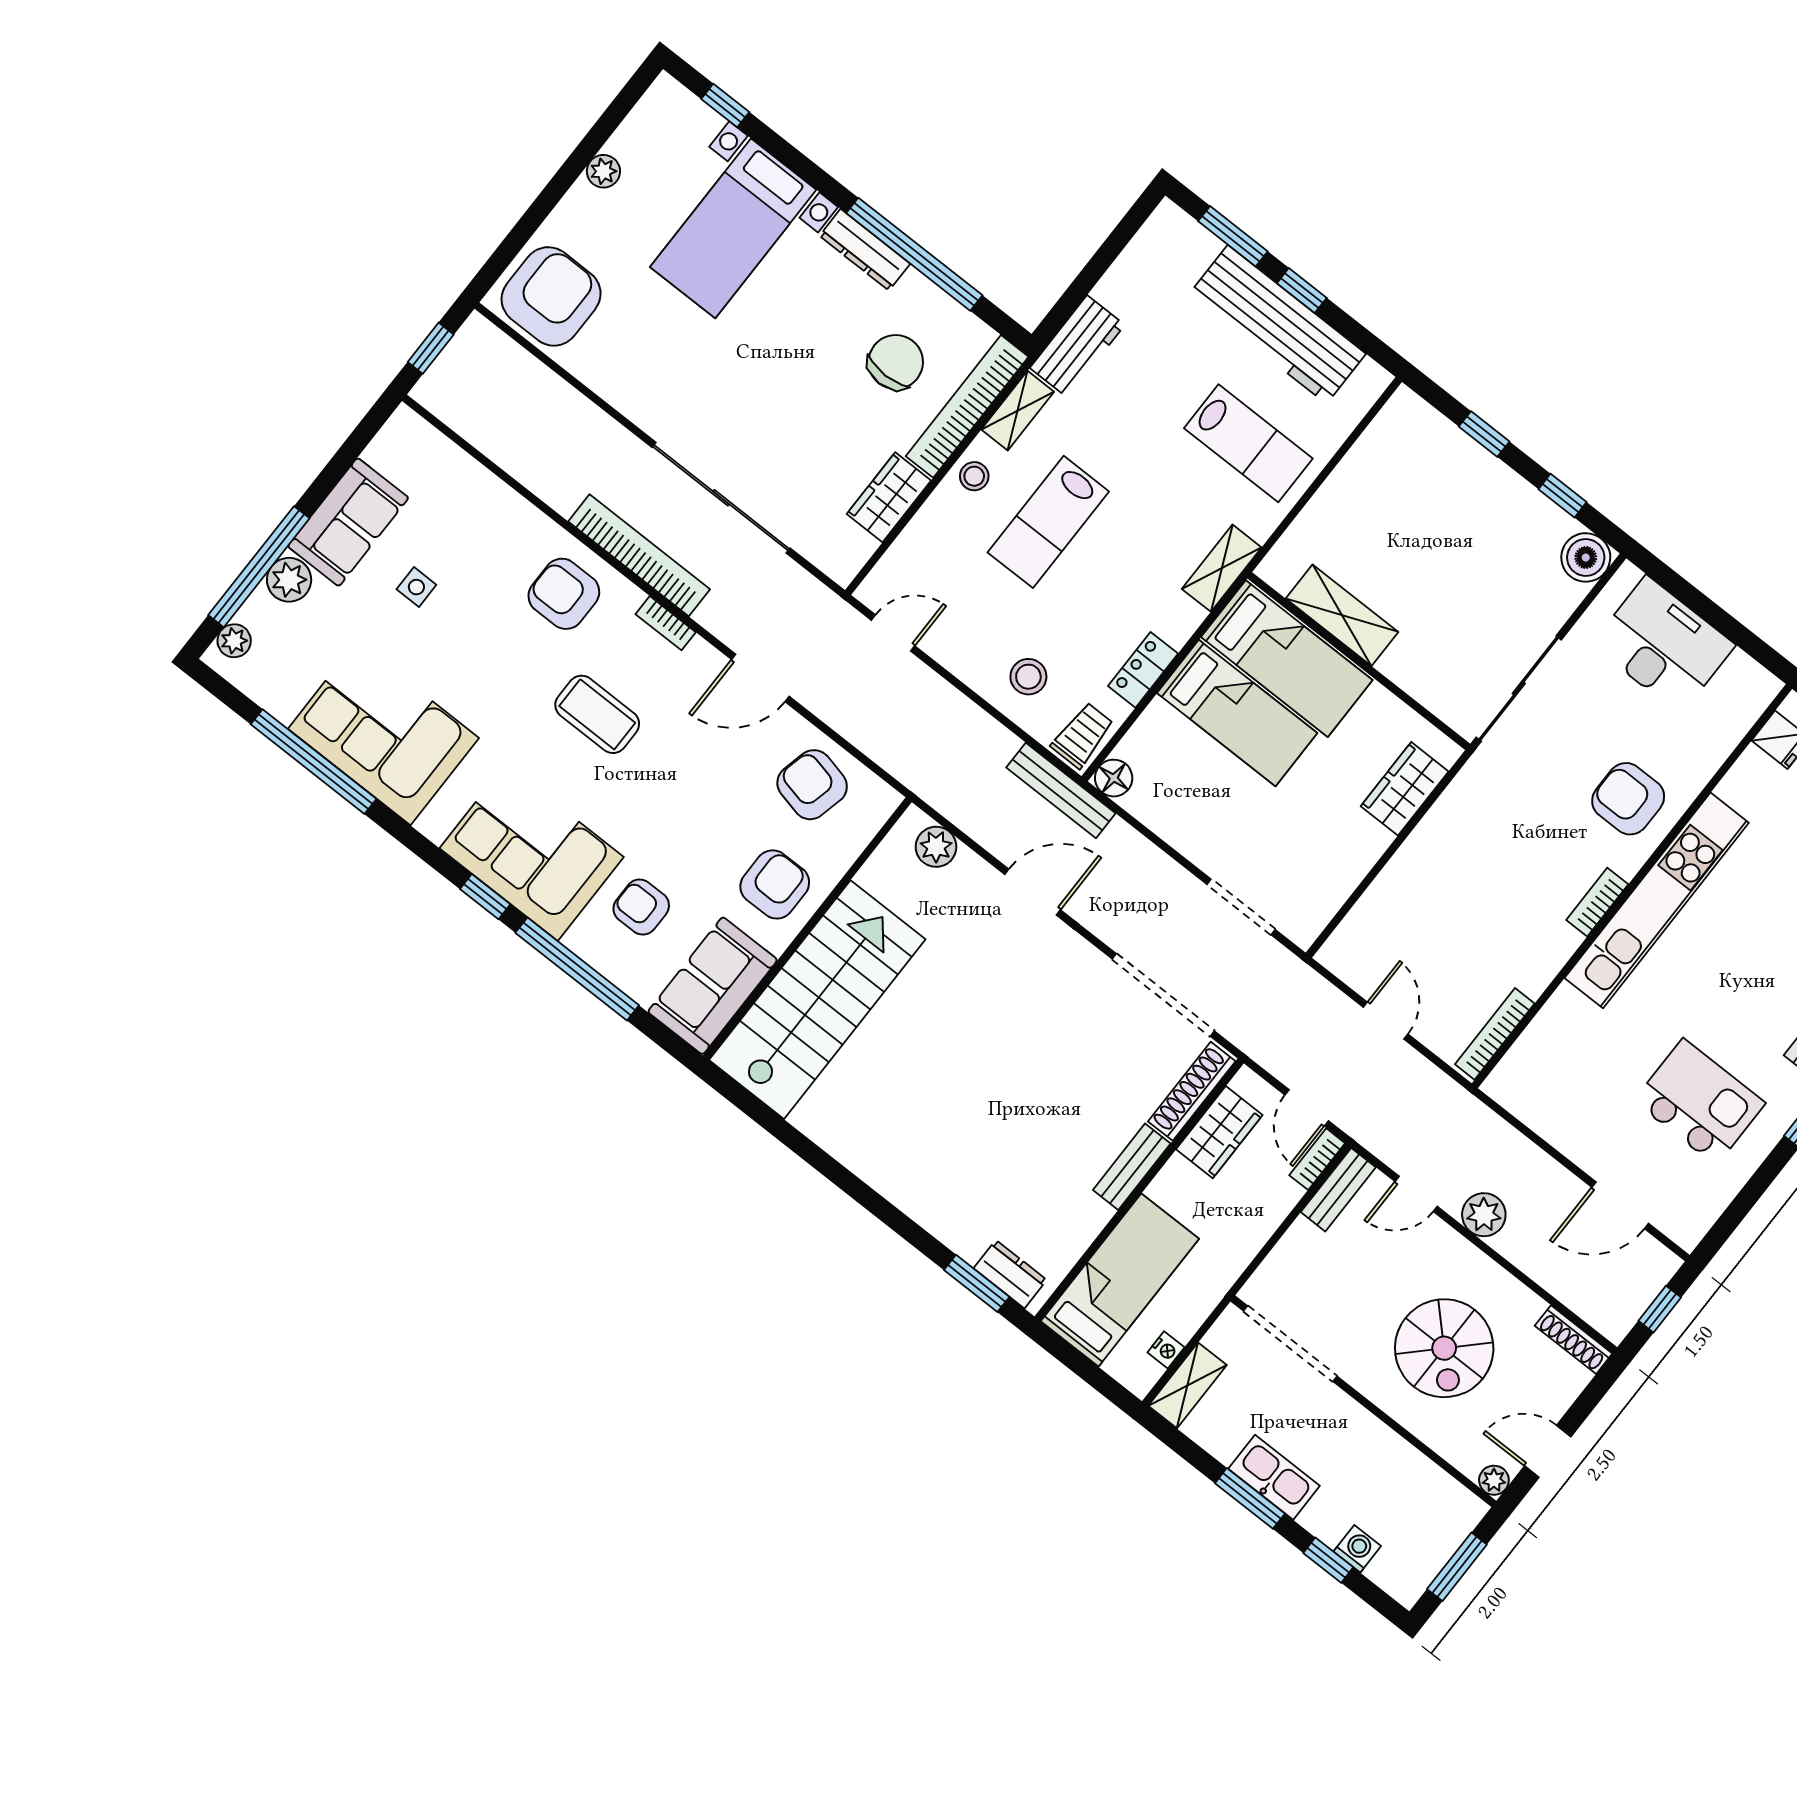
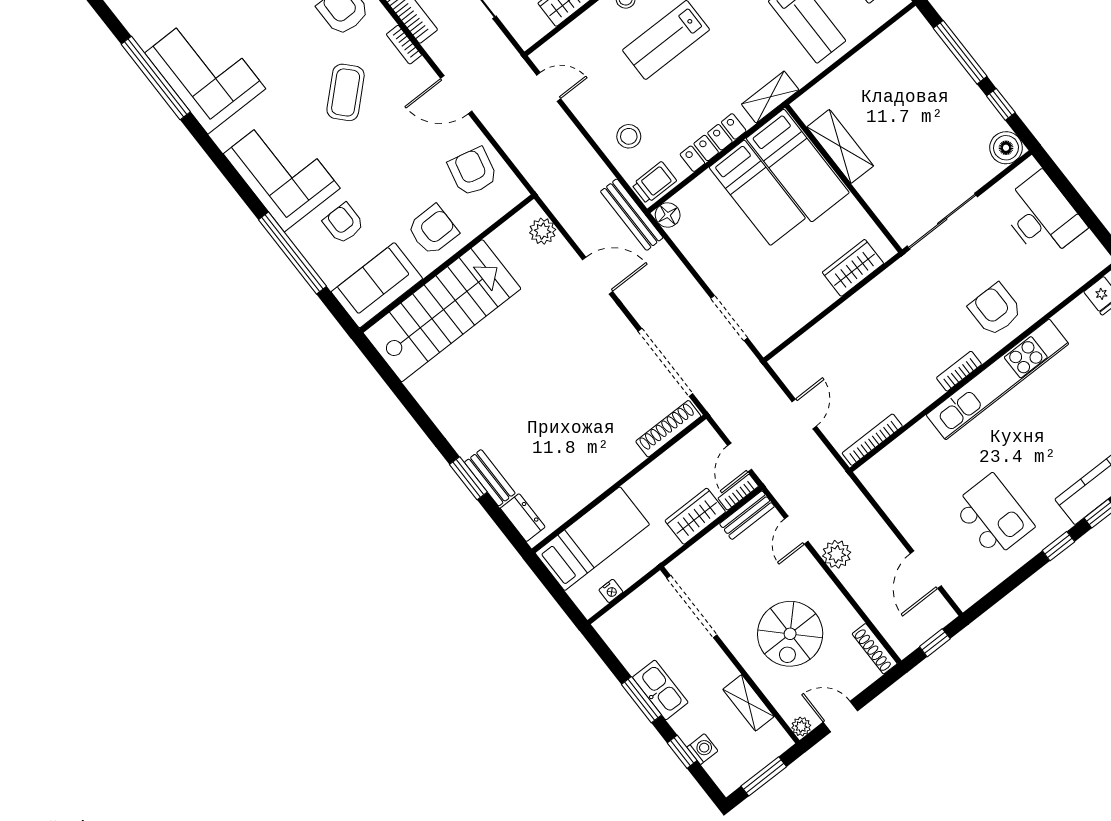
window: (1484, 434) -> (960, 52), width x2.17
locker: (1143, 670) -> (713, 143), width x1.53
coffee table: (597, 714) -> (346, 92), turned 47
window: (485, 897) -> (245, 192), removed
wardrobe: (1219, 1132) -> (695, 516), moved, turned 180
bench: (1132, 1167) -> (490, 478), moved, turned 90
door: (1416, 1194) -> (796, 530), hinge flipped
door: (1620, 1205) -> (926, 570), hinge flipped
window: (977, 1283) -> (468, 478), moved
shelving: (1187, 1385) -> (748, 703), moved, turned 90

